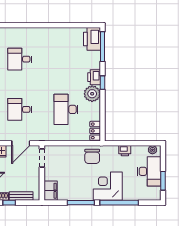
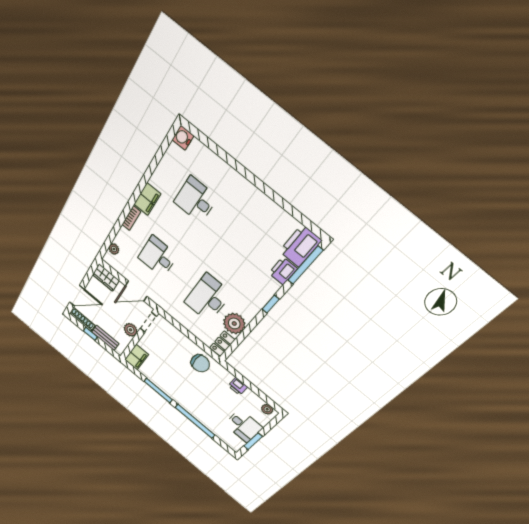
printer: (94, 77) -> (283, 271), moved
plant: (92, 94) -> (234, 323), moved
chair: (92, 156) -> (200, 363), turned -90
desk: (149, 171) -> (244, 426), width x0.73
plant: (34, 174) -> (131, 330), added
corner desk: (108, 186) -> (195, 400), removed

